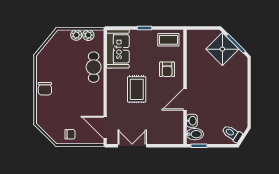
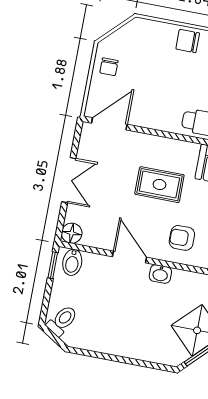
washbasin: (192, 121) -> (160, 274), moved
floor lamp: (177, 138) -> (72, 233), added
double door: (132, 146) -> (69, 180), moved

